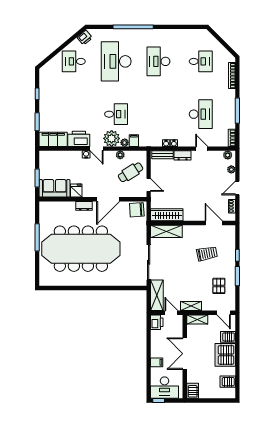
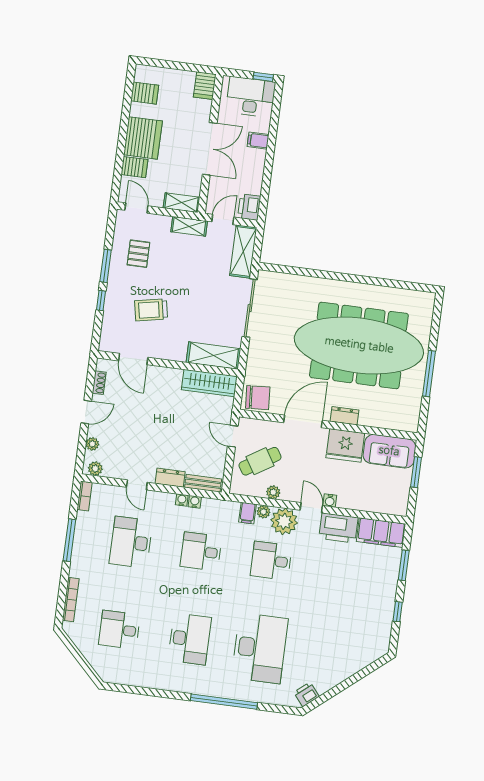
desk: (74, 61) -> (201, 551), moved, turned 180
fridge: (76, 191) -> (345, 445), width x1.88, depth x1.34
door: (171, 313) -> (223, 219), swing flipped

